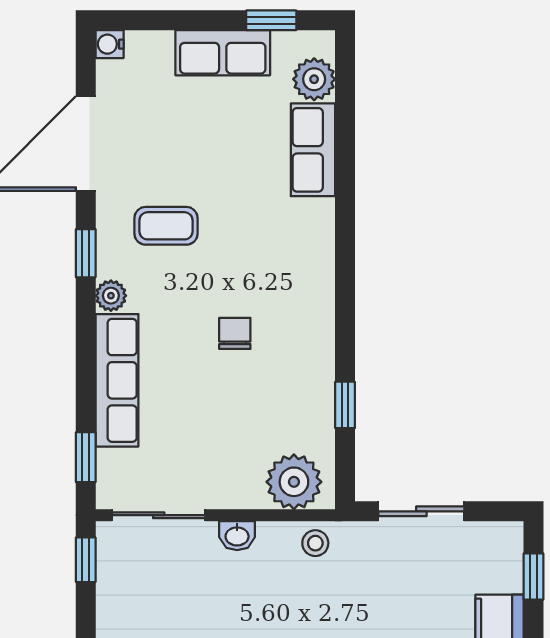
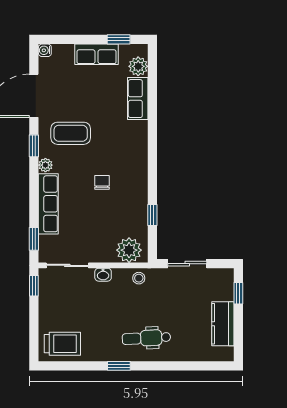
coffee table: (166, 226) -> (71, 133), width x1.36, depth x1.30

